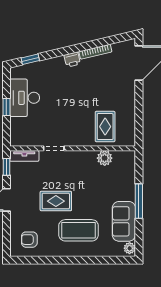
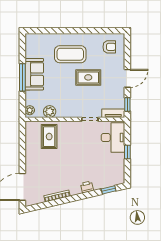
printer: (72, 59) -> (87, 187), moved
desk: (25, 98) -> (113, 138), moved
sofa: (124, 221) -> (34, 74), moved
plant: (130, 248) -> (30, 110), moved

